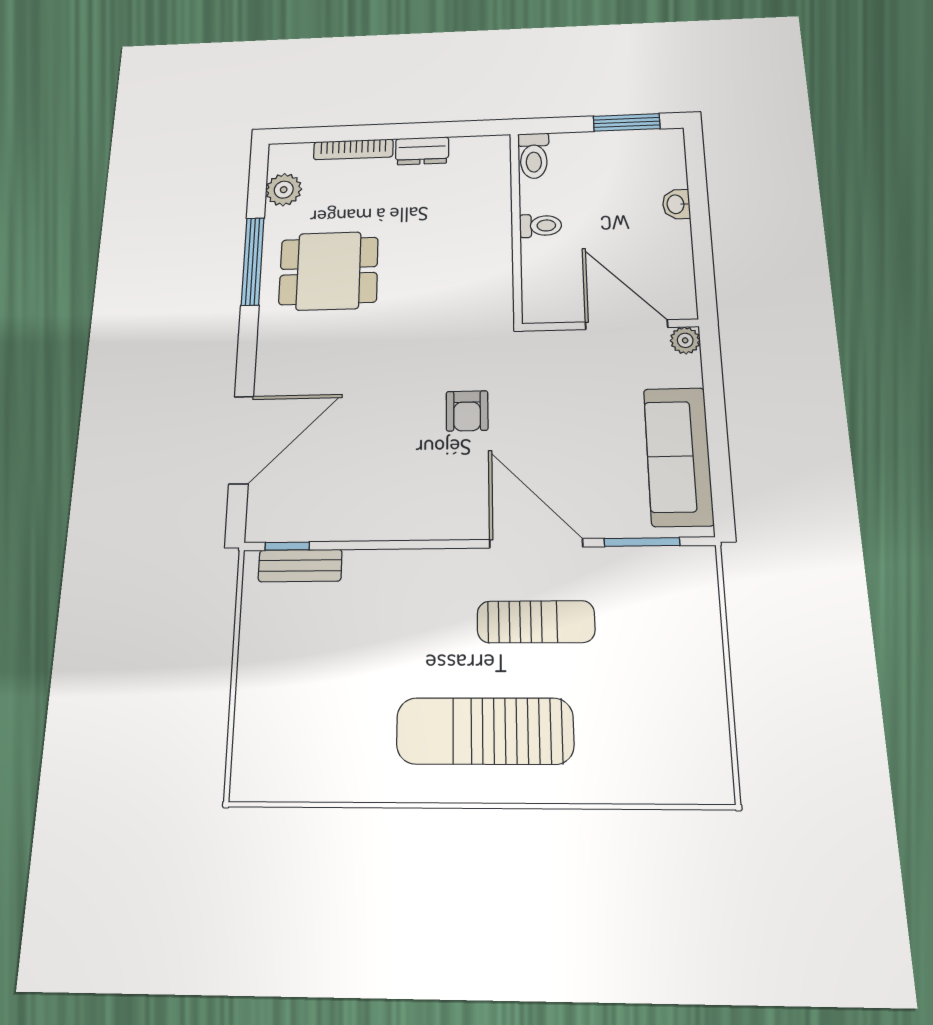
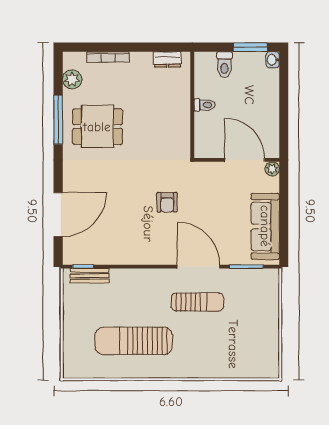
dresser: (422, 151) -> (167, 59), moved
toilet: (534, 156) -> (225, 65), moved
washbasin: (676, 204) -> (273, 60), moved
sun lounger: (485, 731) -> (134, 341), moved

